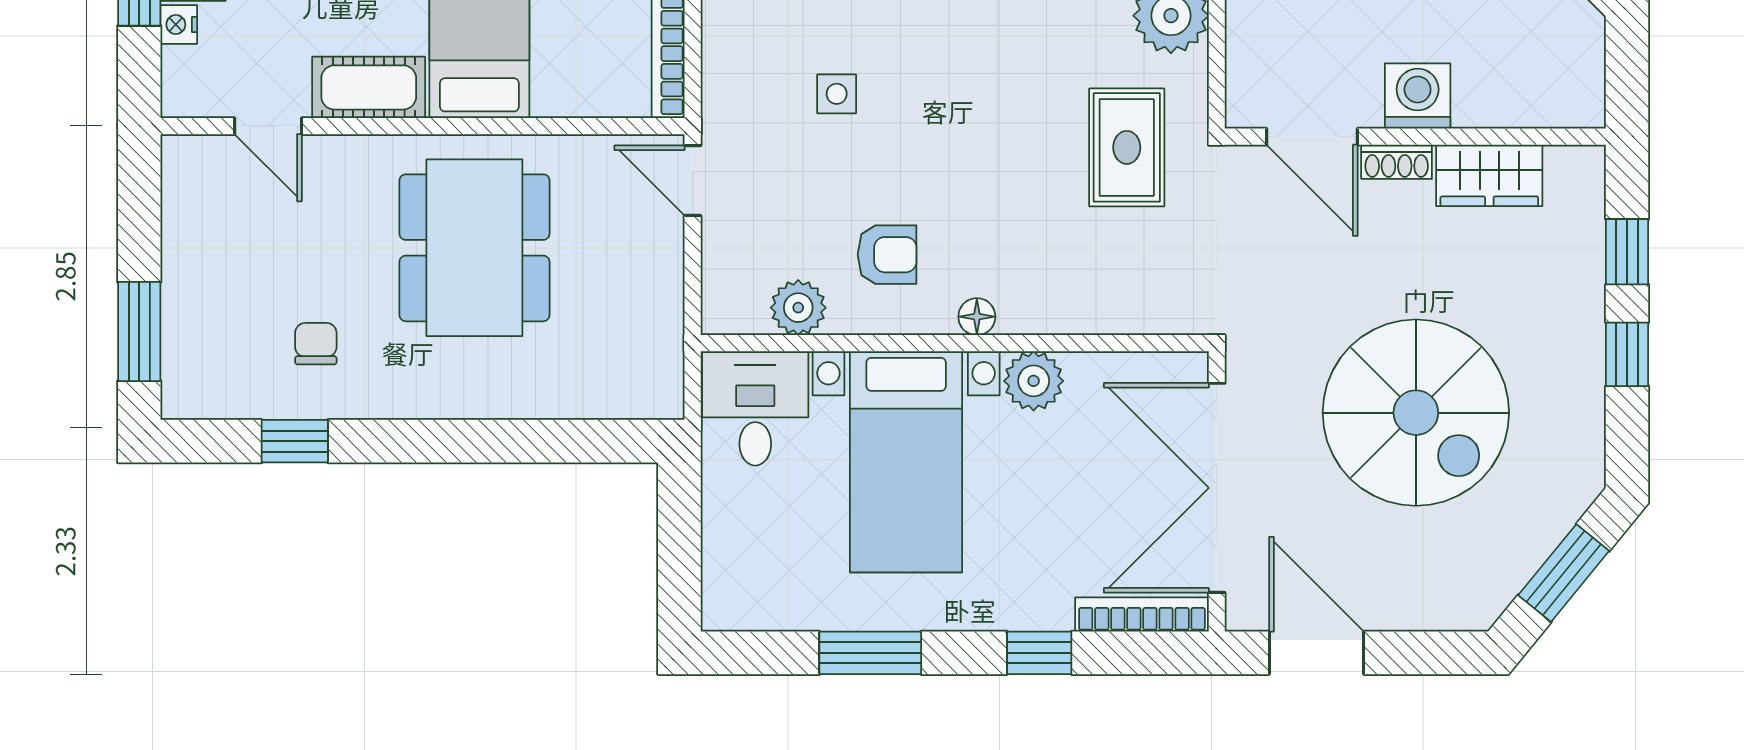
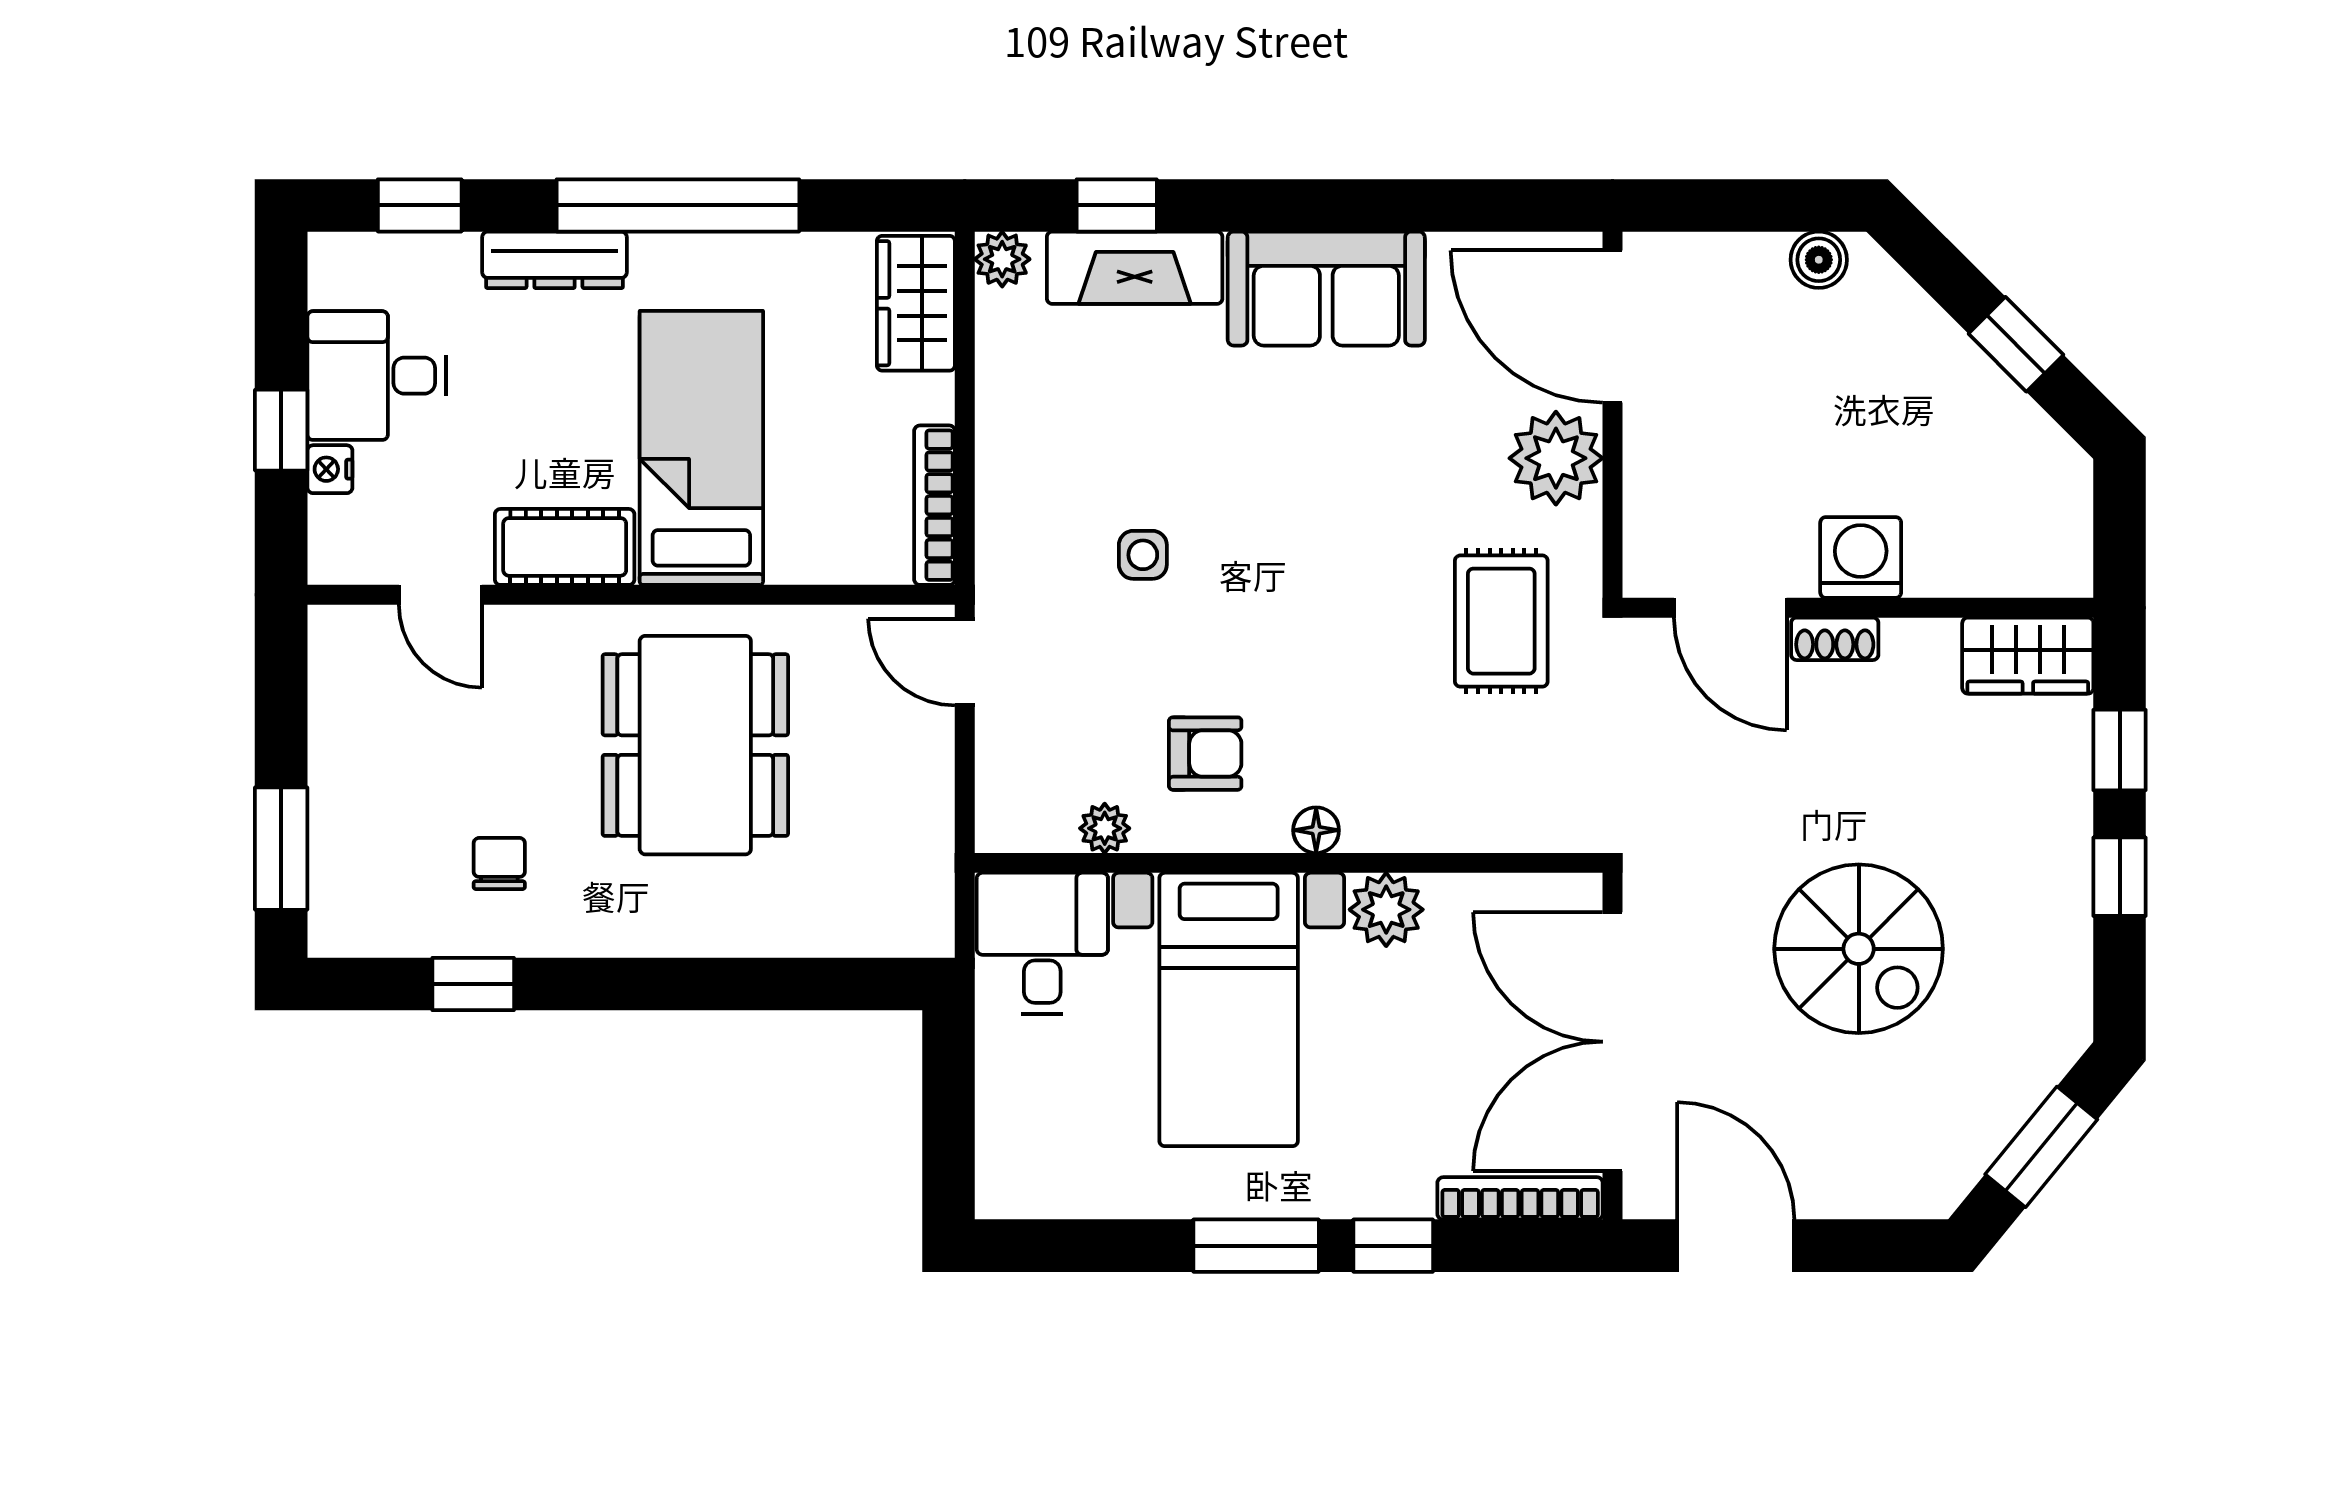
wardrobe: (1489, 175) -> (2028, 656), moved
plant: (798, 308) -> (1105, 828), width x0.73, depth x0.73
spiral stairs: (1416, 413) -> (1859, 949), width x0.73, depth x0.73
window: (870, 653) -> (1256, 1246), moved

